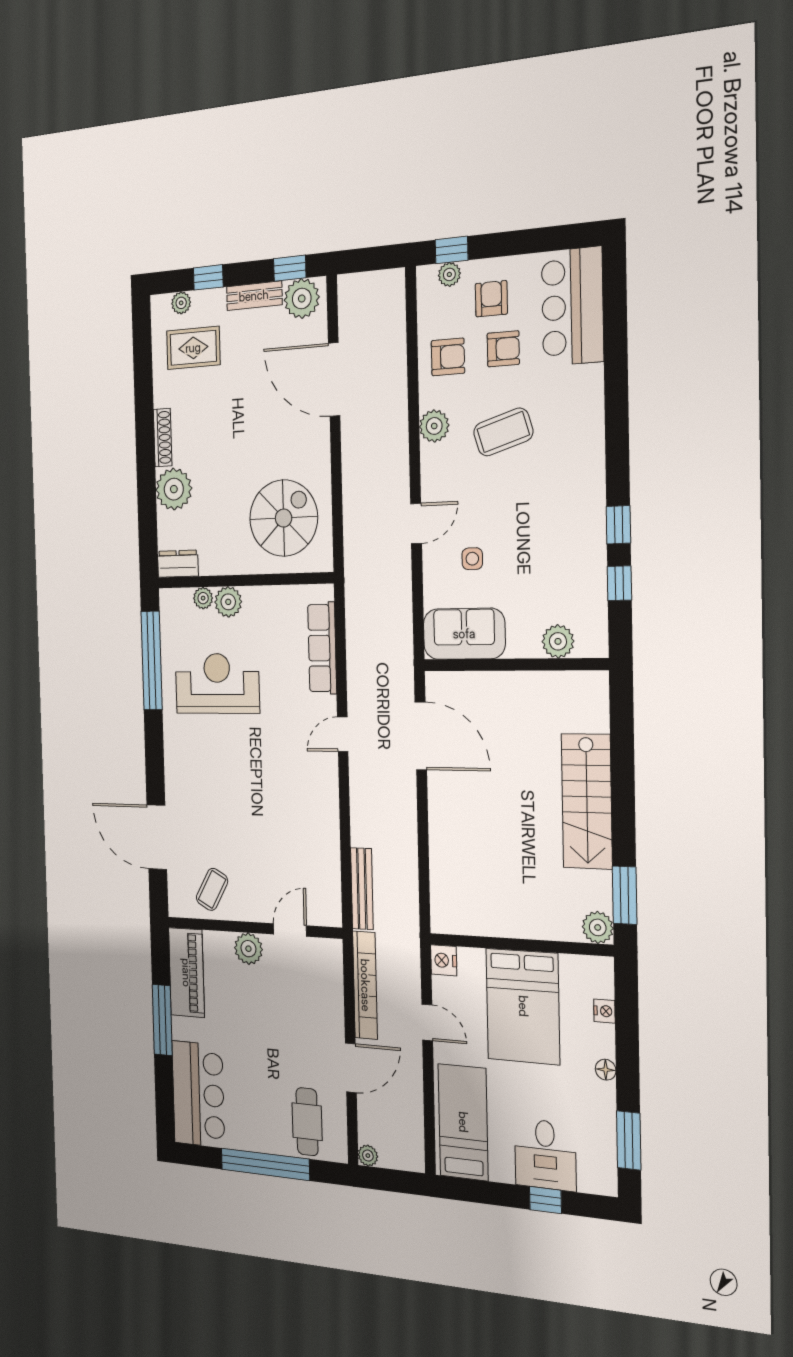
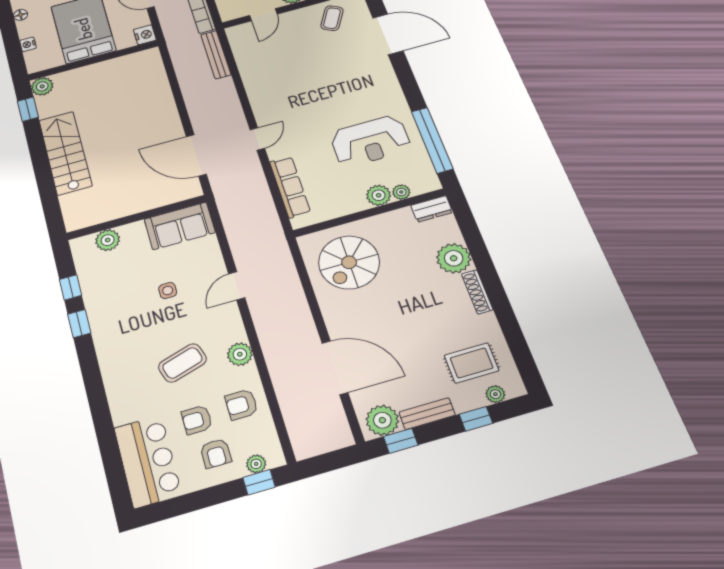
side table: (472, 559) -> (168, 291), moved
window: (625, 895) -> (28, 109), width x0.67

